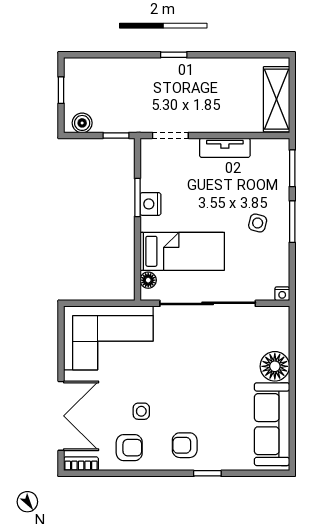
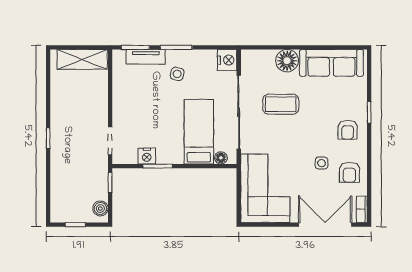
tv unit: (225, 148) -> (146, 57), moved, turned 90
nightstand: (150, 204) -> (147, 156), moved
nightstand: (282, 294) -> (227, 60), width x1.89, depth x1.79
coffee table: (218, 358) -> (281, 104), added
armchair: (129, 448) -> (349, 172), turned 180

